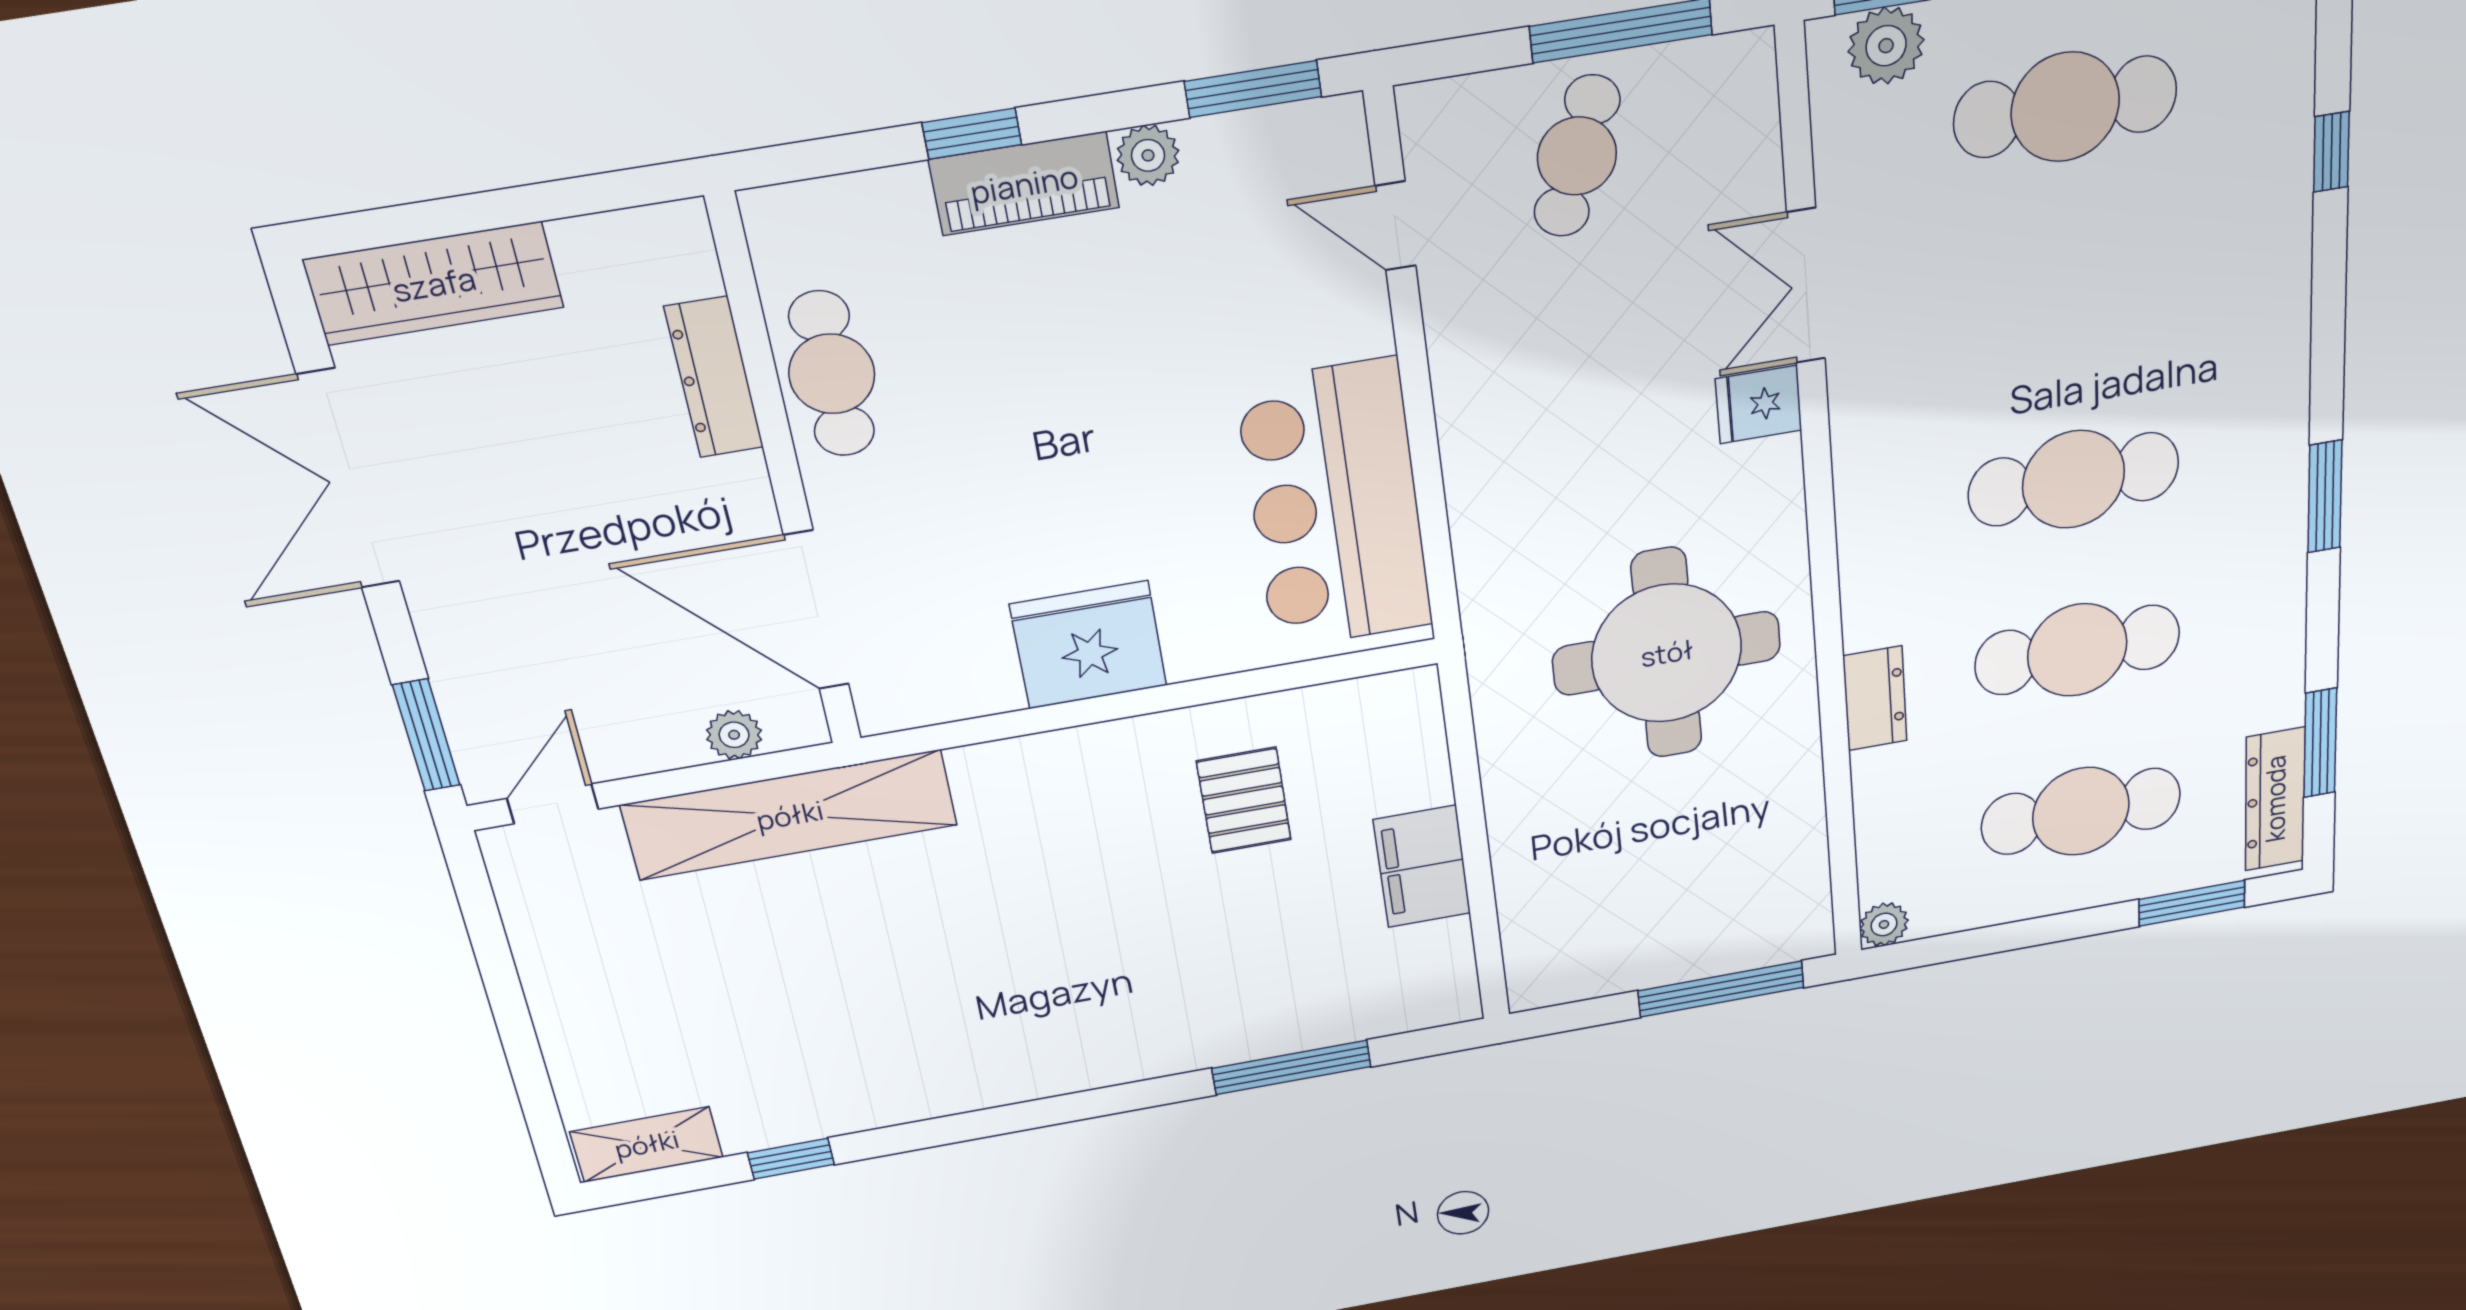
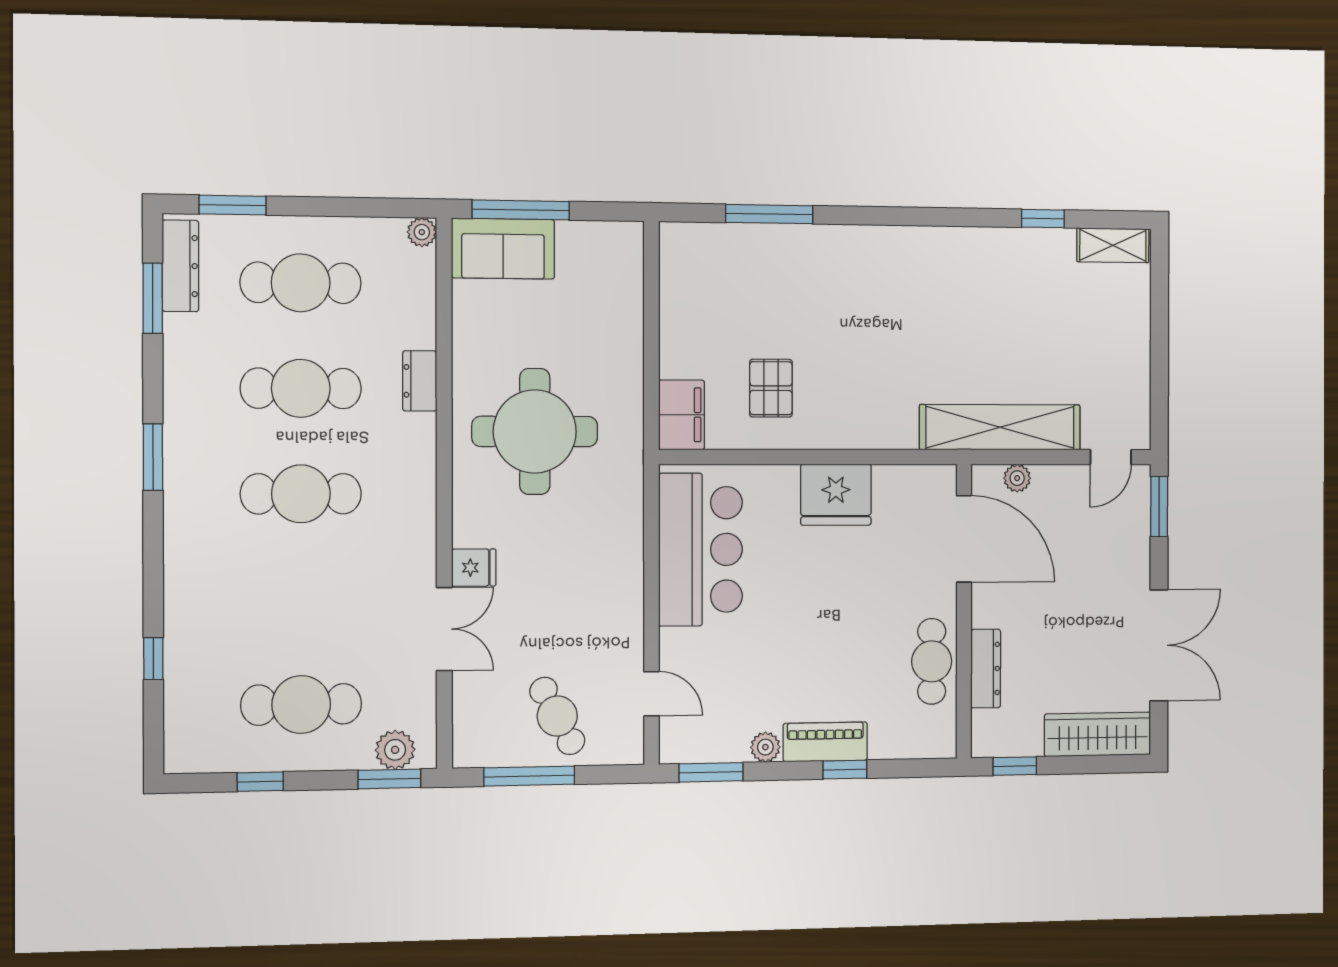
cafe table: (1577, 156) -> (557, 716), turned -49
window: (602, 192) -> (1015, 766), added
filing cabinet: (1422, 867) -> (682, 415), moved
sofa: (1746, 927) -> (503, 249), added

